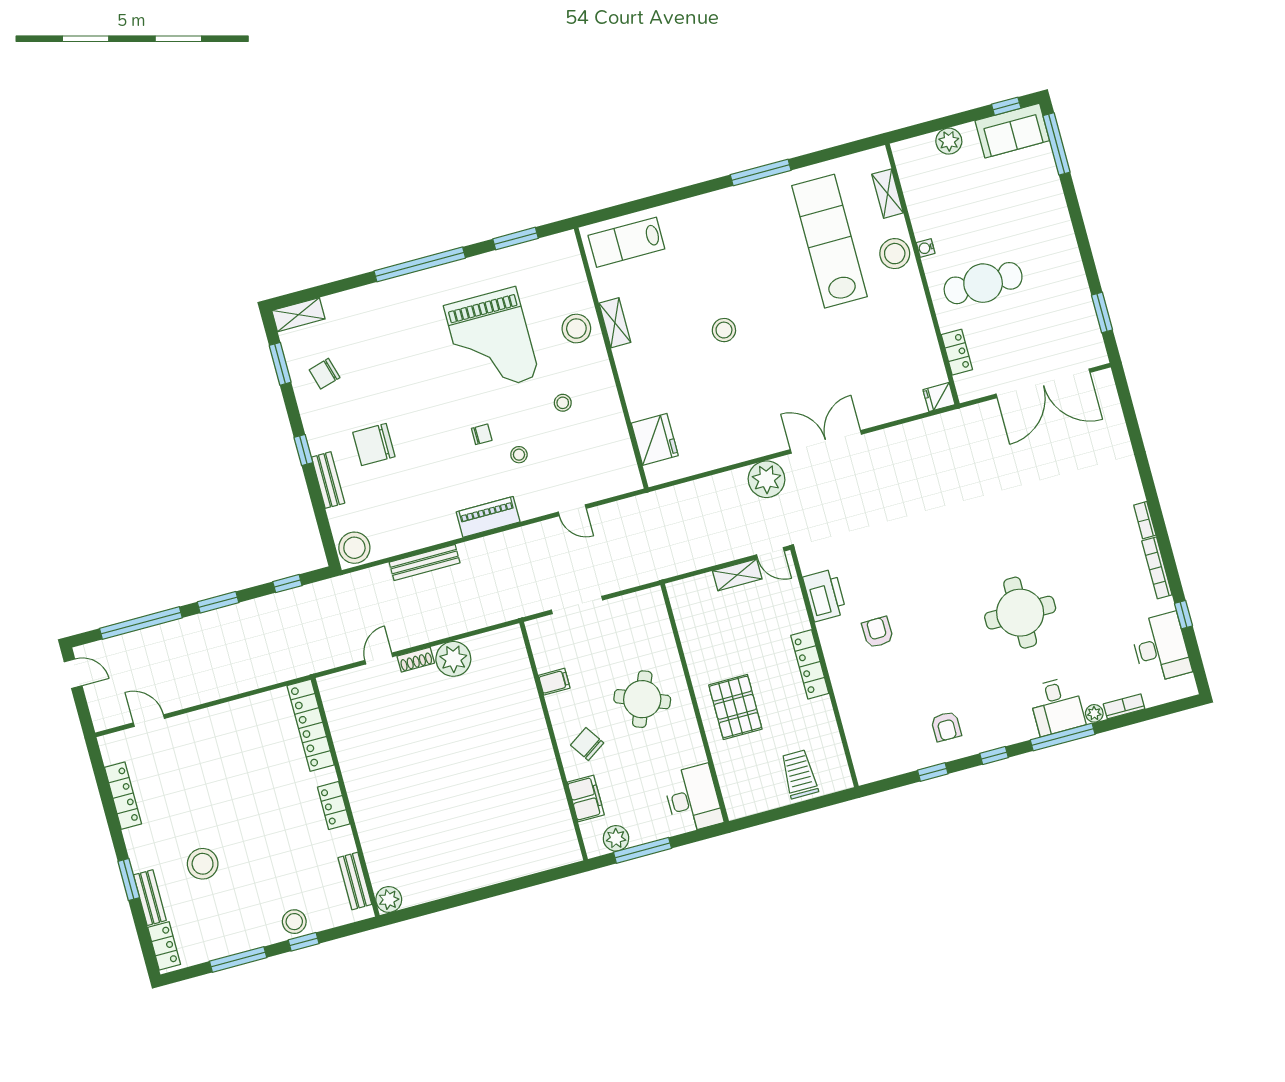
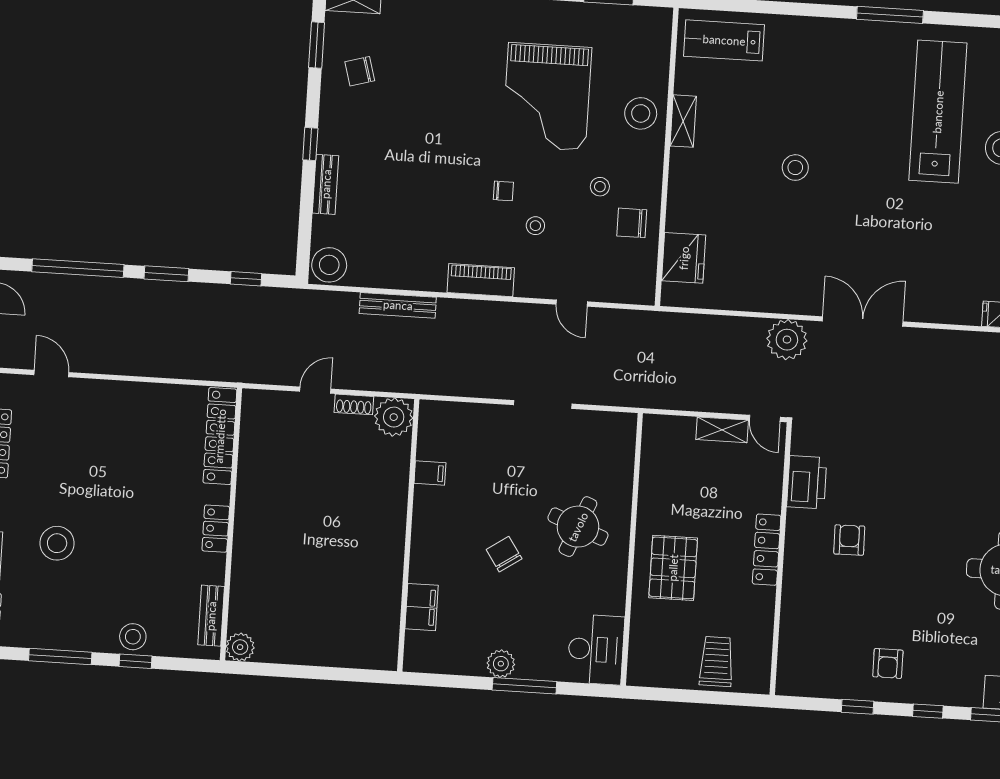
chair: (374, 445) -> (632, 223), moved, width x0.73, depth x0.73
filing cabinet: (554, 682) -> (430, 473), moved
wall: (554, 741) -> (408, 535), moved
filing cabinet: (586, 798) -> (422, 607), moved

